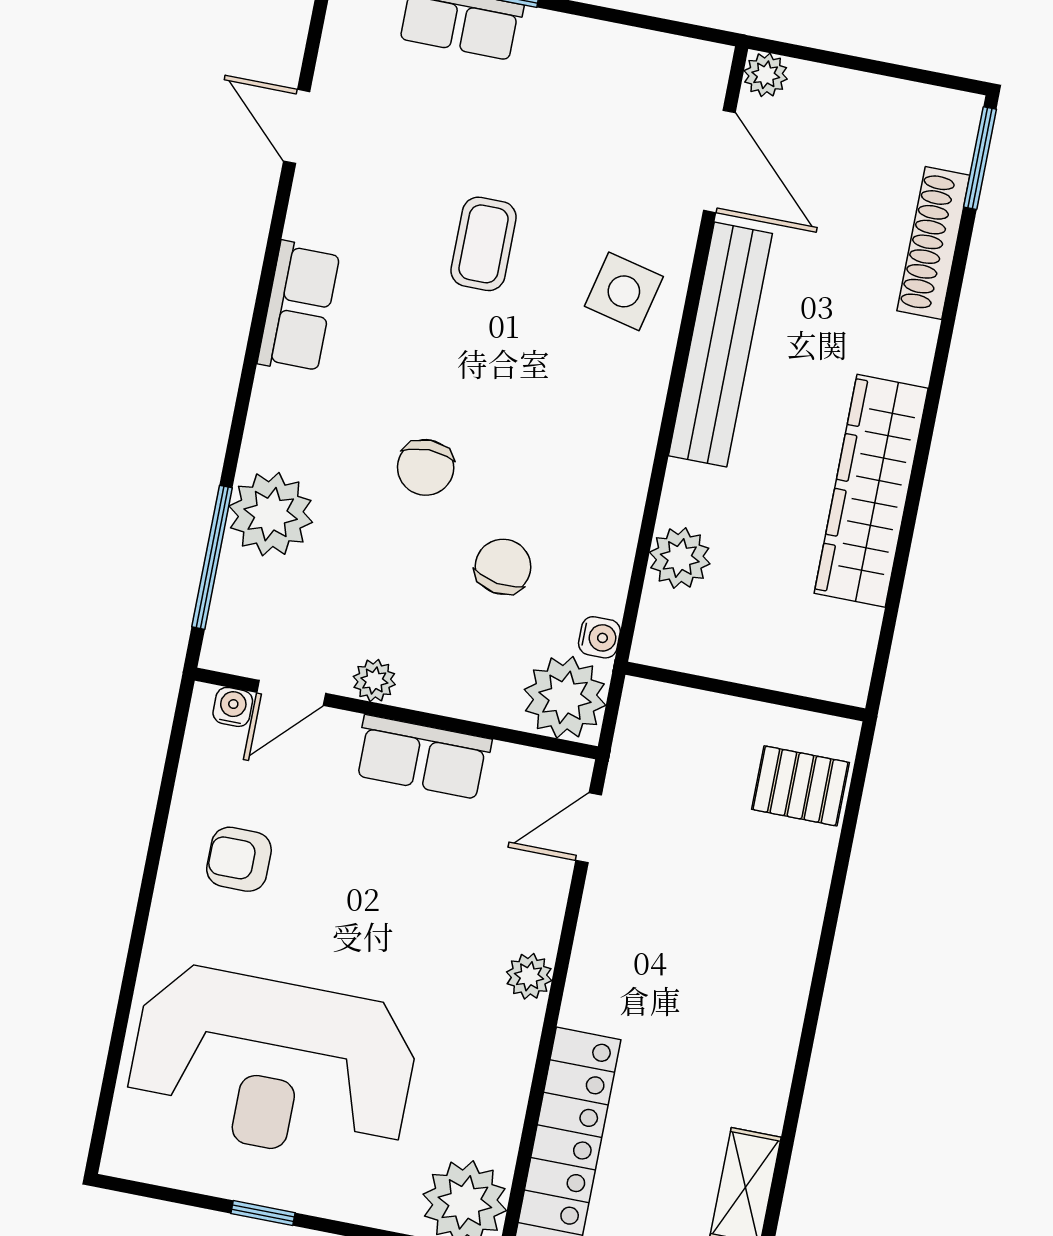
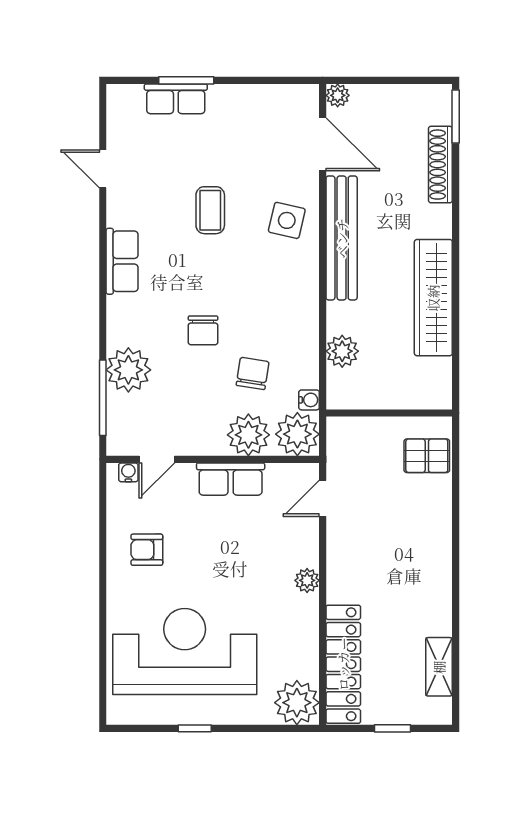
plant: (374, 680) -> (248, 435), moved, width x1.88, depth x1.88
reception desk: (273, 1065) -> (185, 652), turned 180

